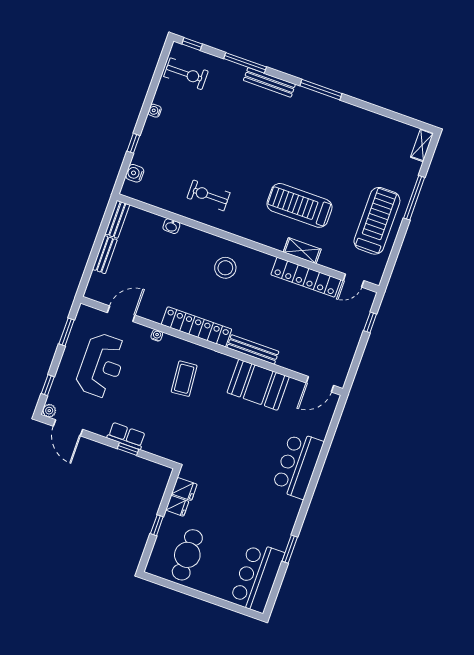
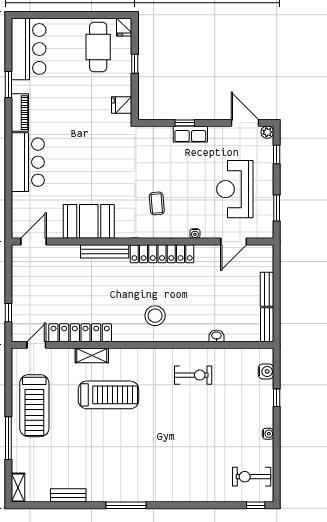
window: (245, 63) -> (202, 505), removed
bench: (269, 82) -> (68, 495), moved, width x0.73
coffee table: (184, 379) -> (157, 203), width x0.73, depth x0.77
fridge: (177, 506) -> (124, 27), moved, turned -90
piano: (288, 517) -> (20, 113), added

